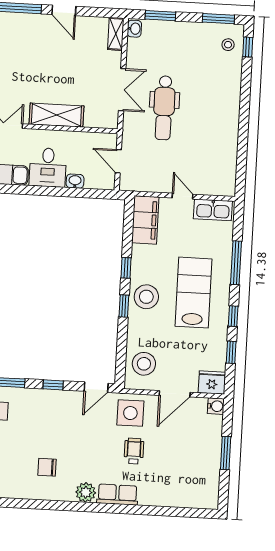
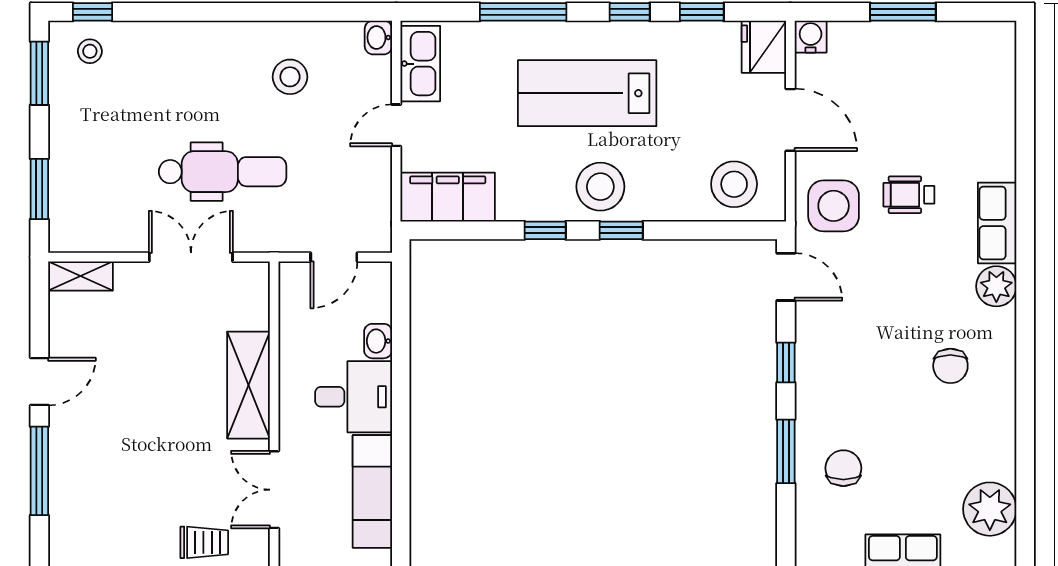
washbasin: (134, 29) -> (378, 37), moved, turned -90
stool: (210, 144) -> (290, 77), added

